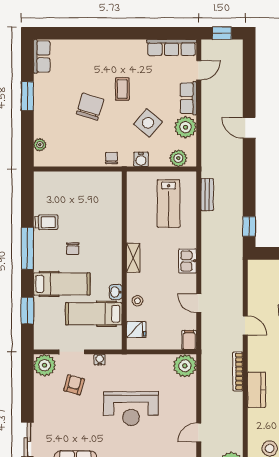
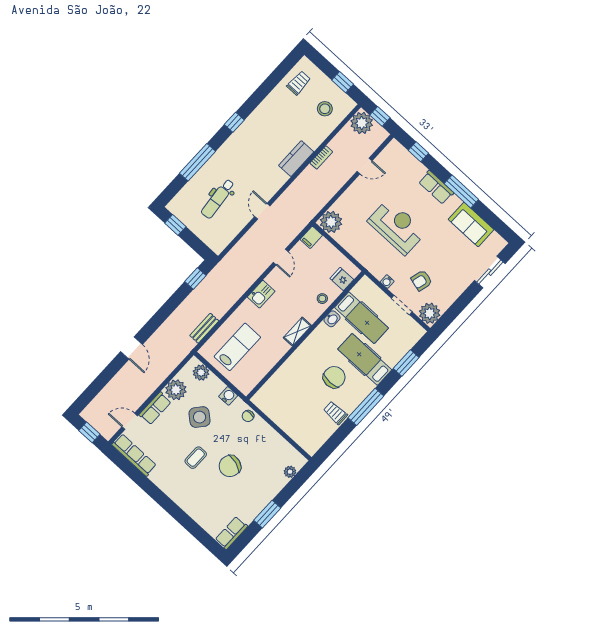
chair: (73, 249) -> (334, 377), width x1.87, depth x1.87
bookcase: (238, 371) -> (321, 157), moved, width x0.64

